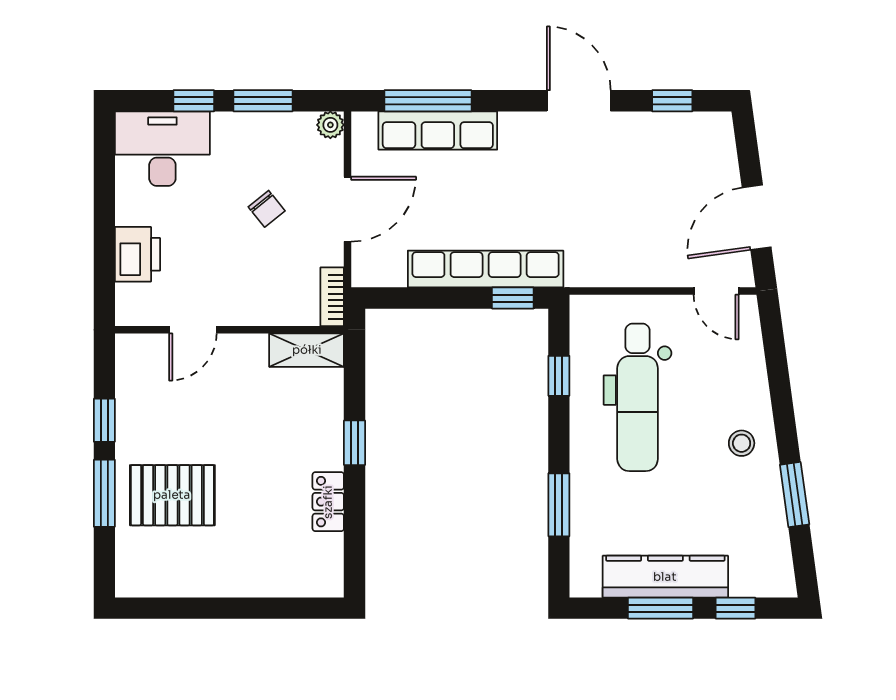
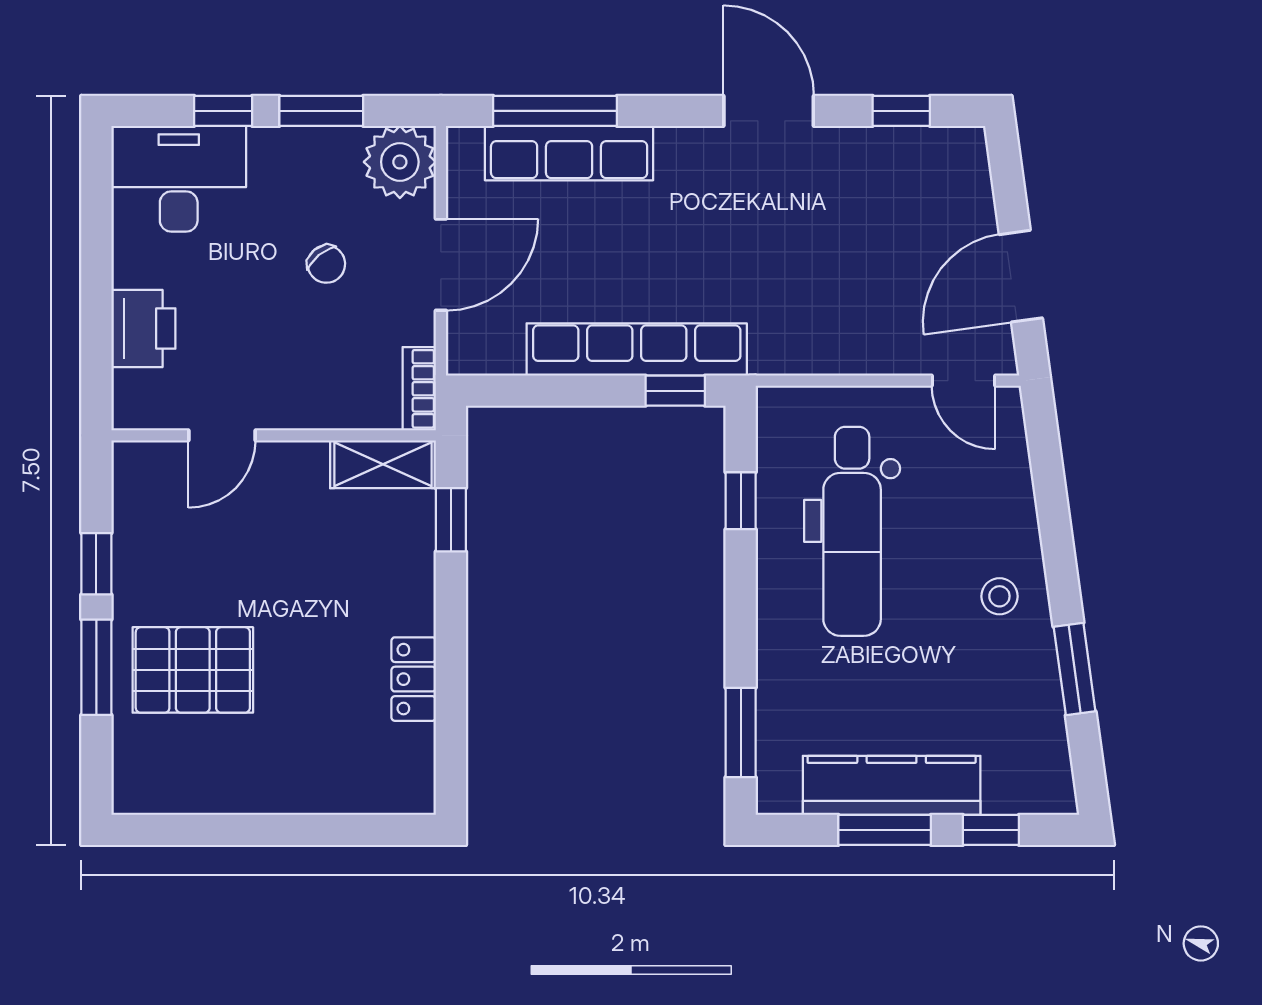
plant: (330, 125) -> (400, 162), width x1.87, depth x1.87
window: (355, 443) -> (451, 520), moved
window: (559, 505) -> (741, 732), moved

